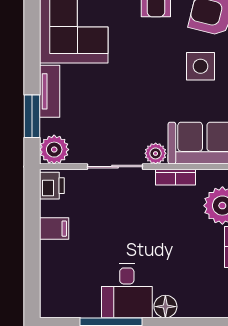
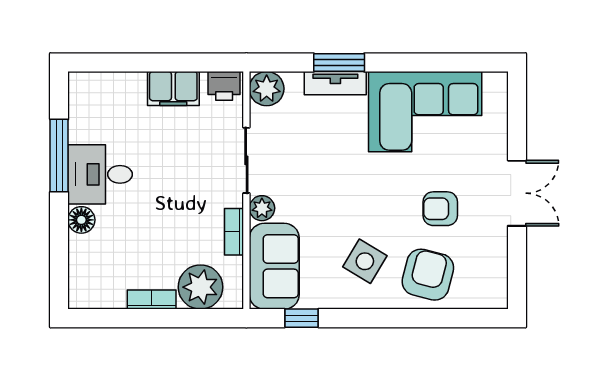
side table: (201, 66) -> (365, 261), turned 31
window: (32, 116) -> (339, 62), moved
filing cabinet: (54, 229) -> (173, 89), width x2.00

